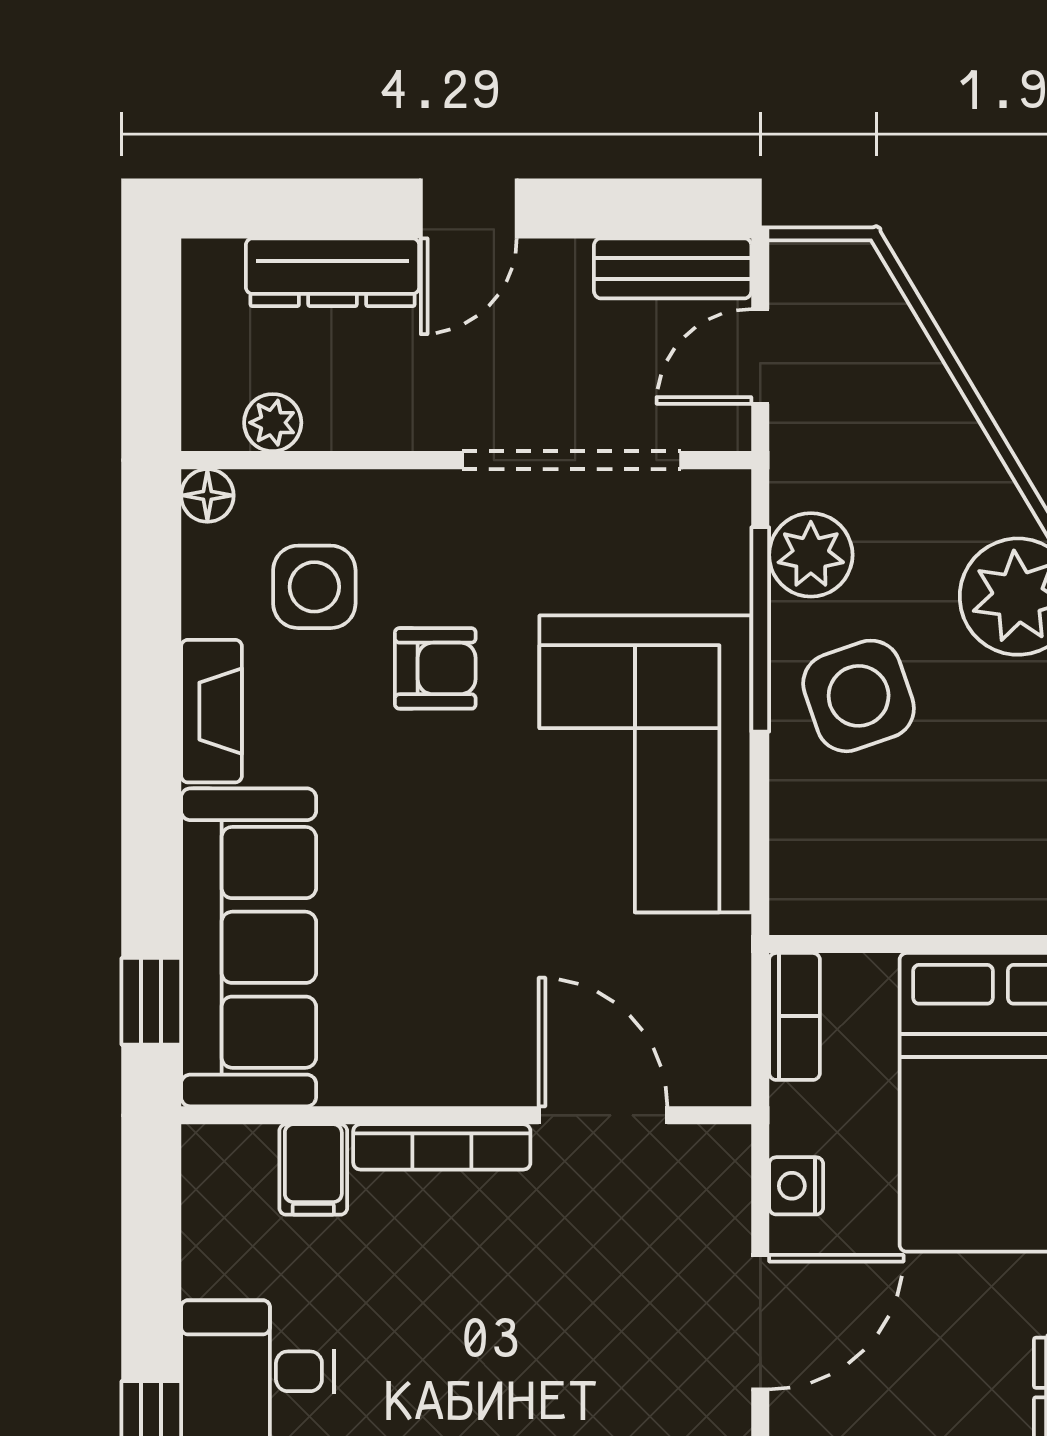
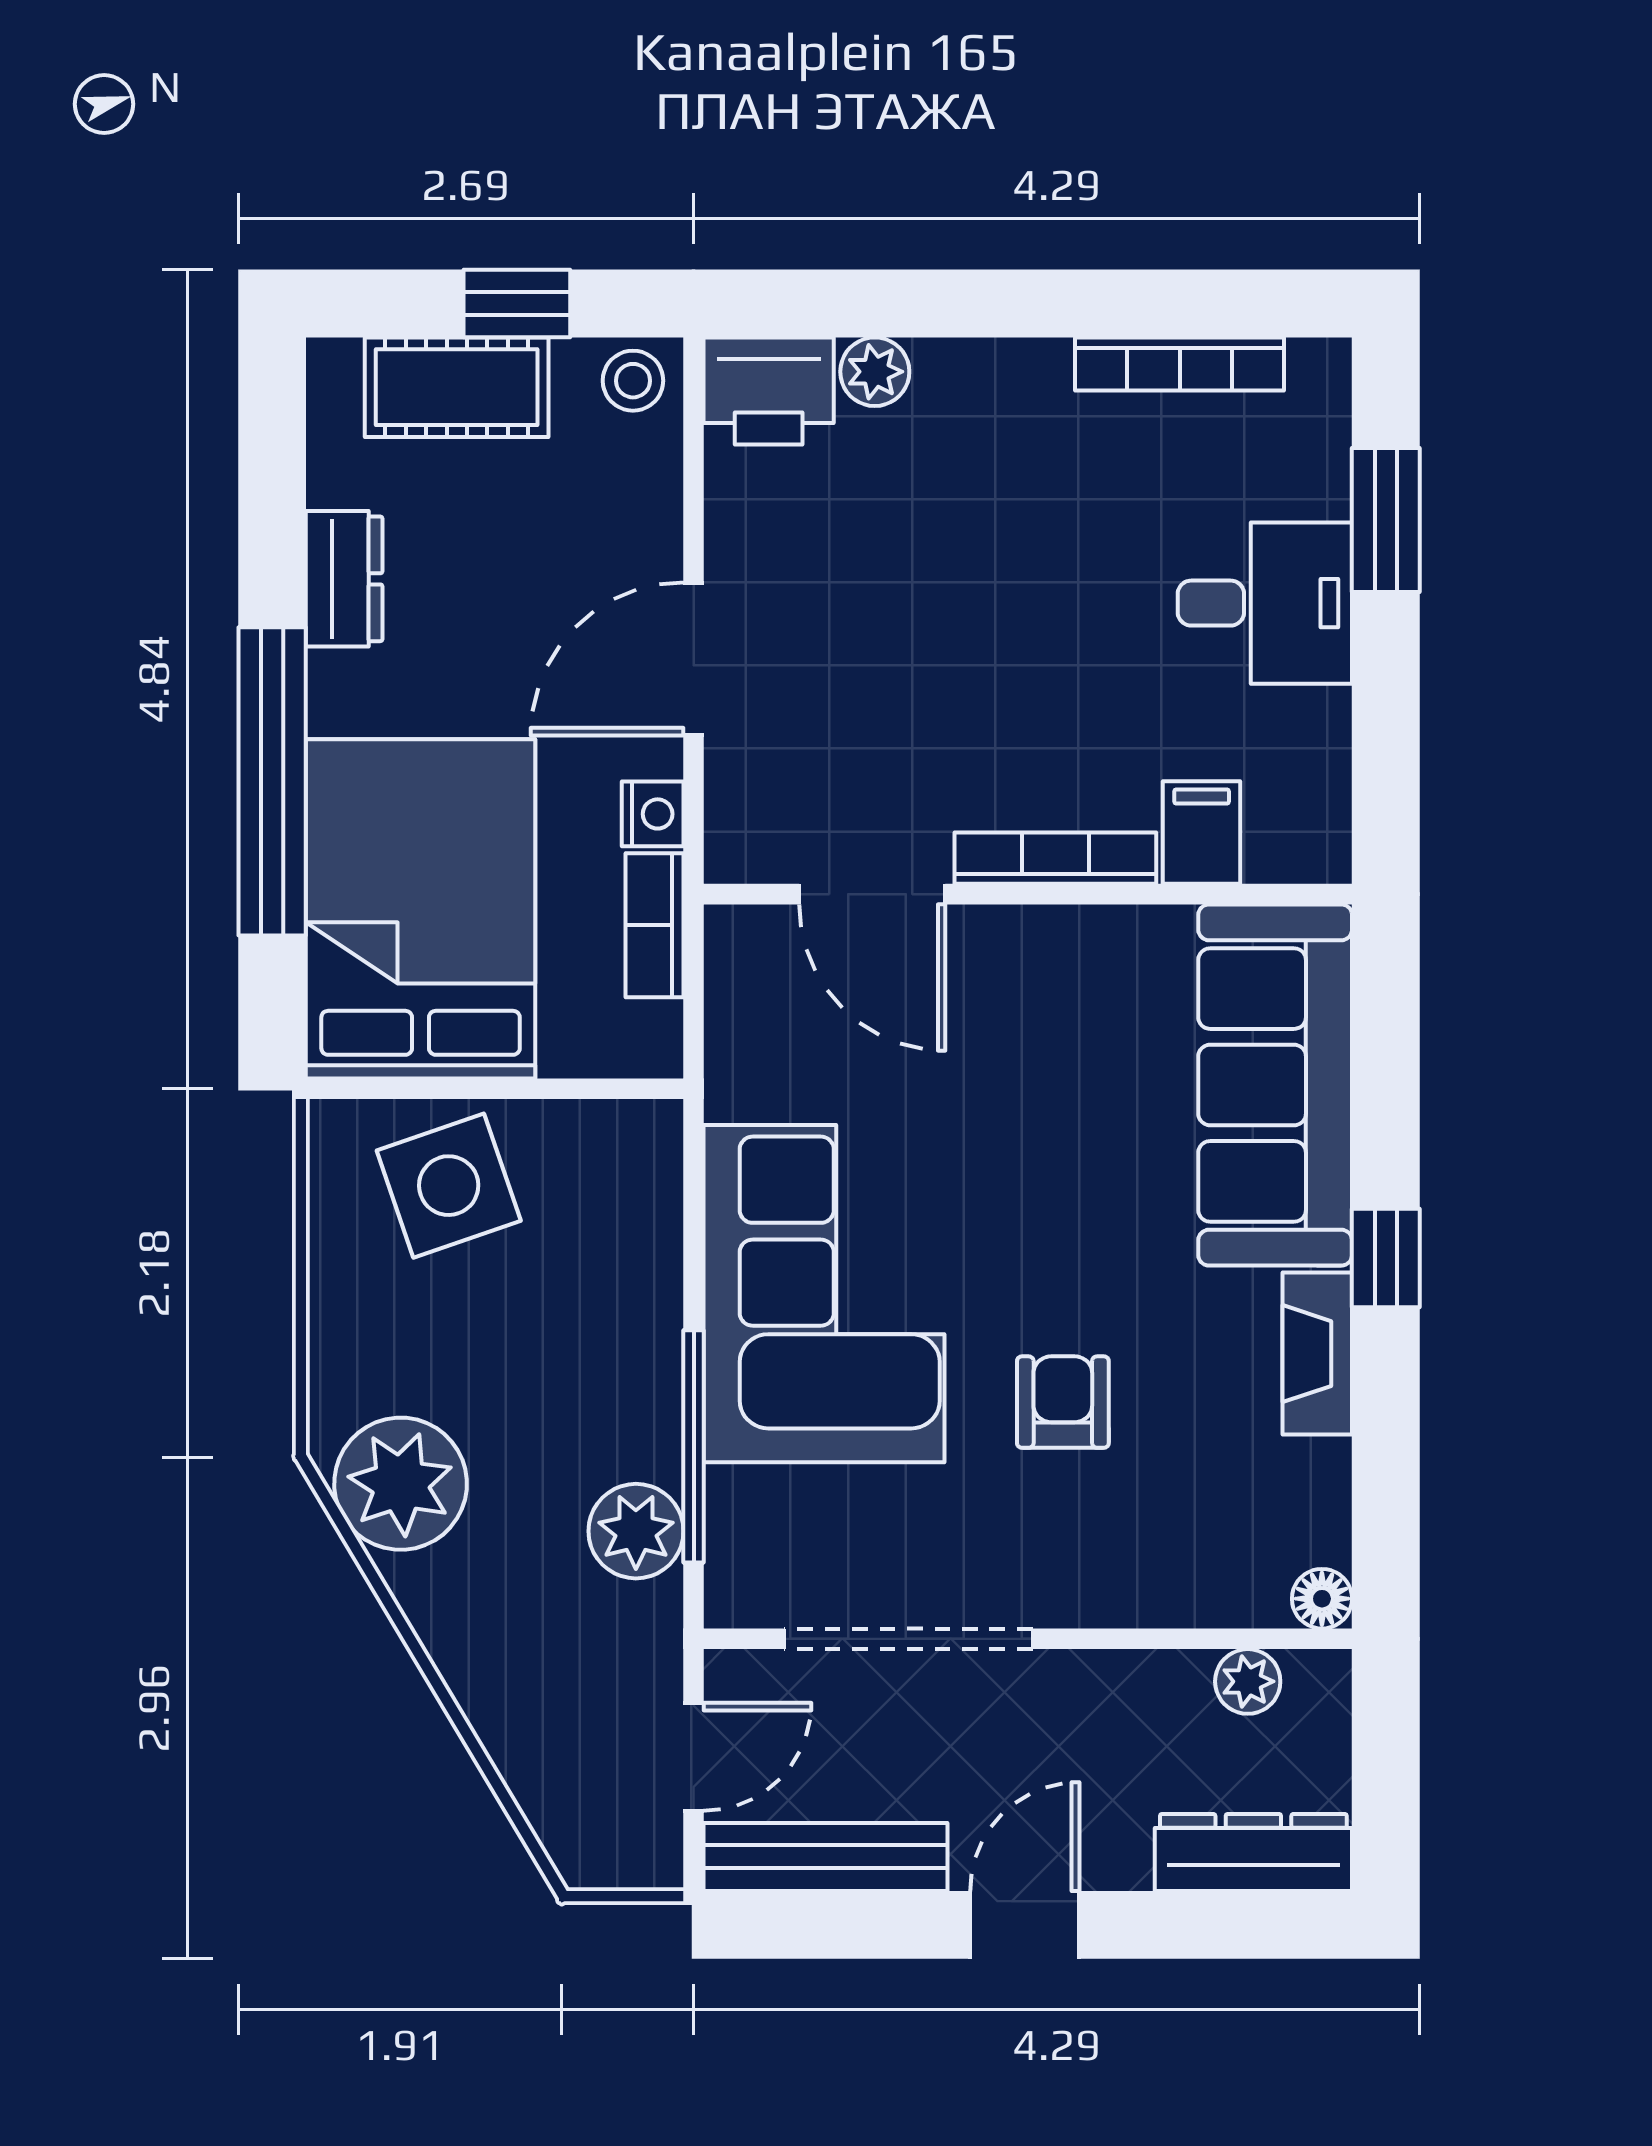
bench: (673, 268) -> (826, 1857), width x1.36
dresser: (333, 272) -> (1253, 1852), moved
side table: (314, 587) -> (1200, 1495), removed
armchair: (435, 668) -> (1063, 1402), turned 90
side table: (859, 696) -> (449, 1186), moved
window: (151, 1001) -> (1386, 1258), moved
bookcase: (795, 1016) -> (655, 925), moved

